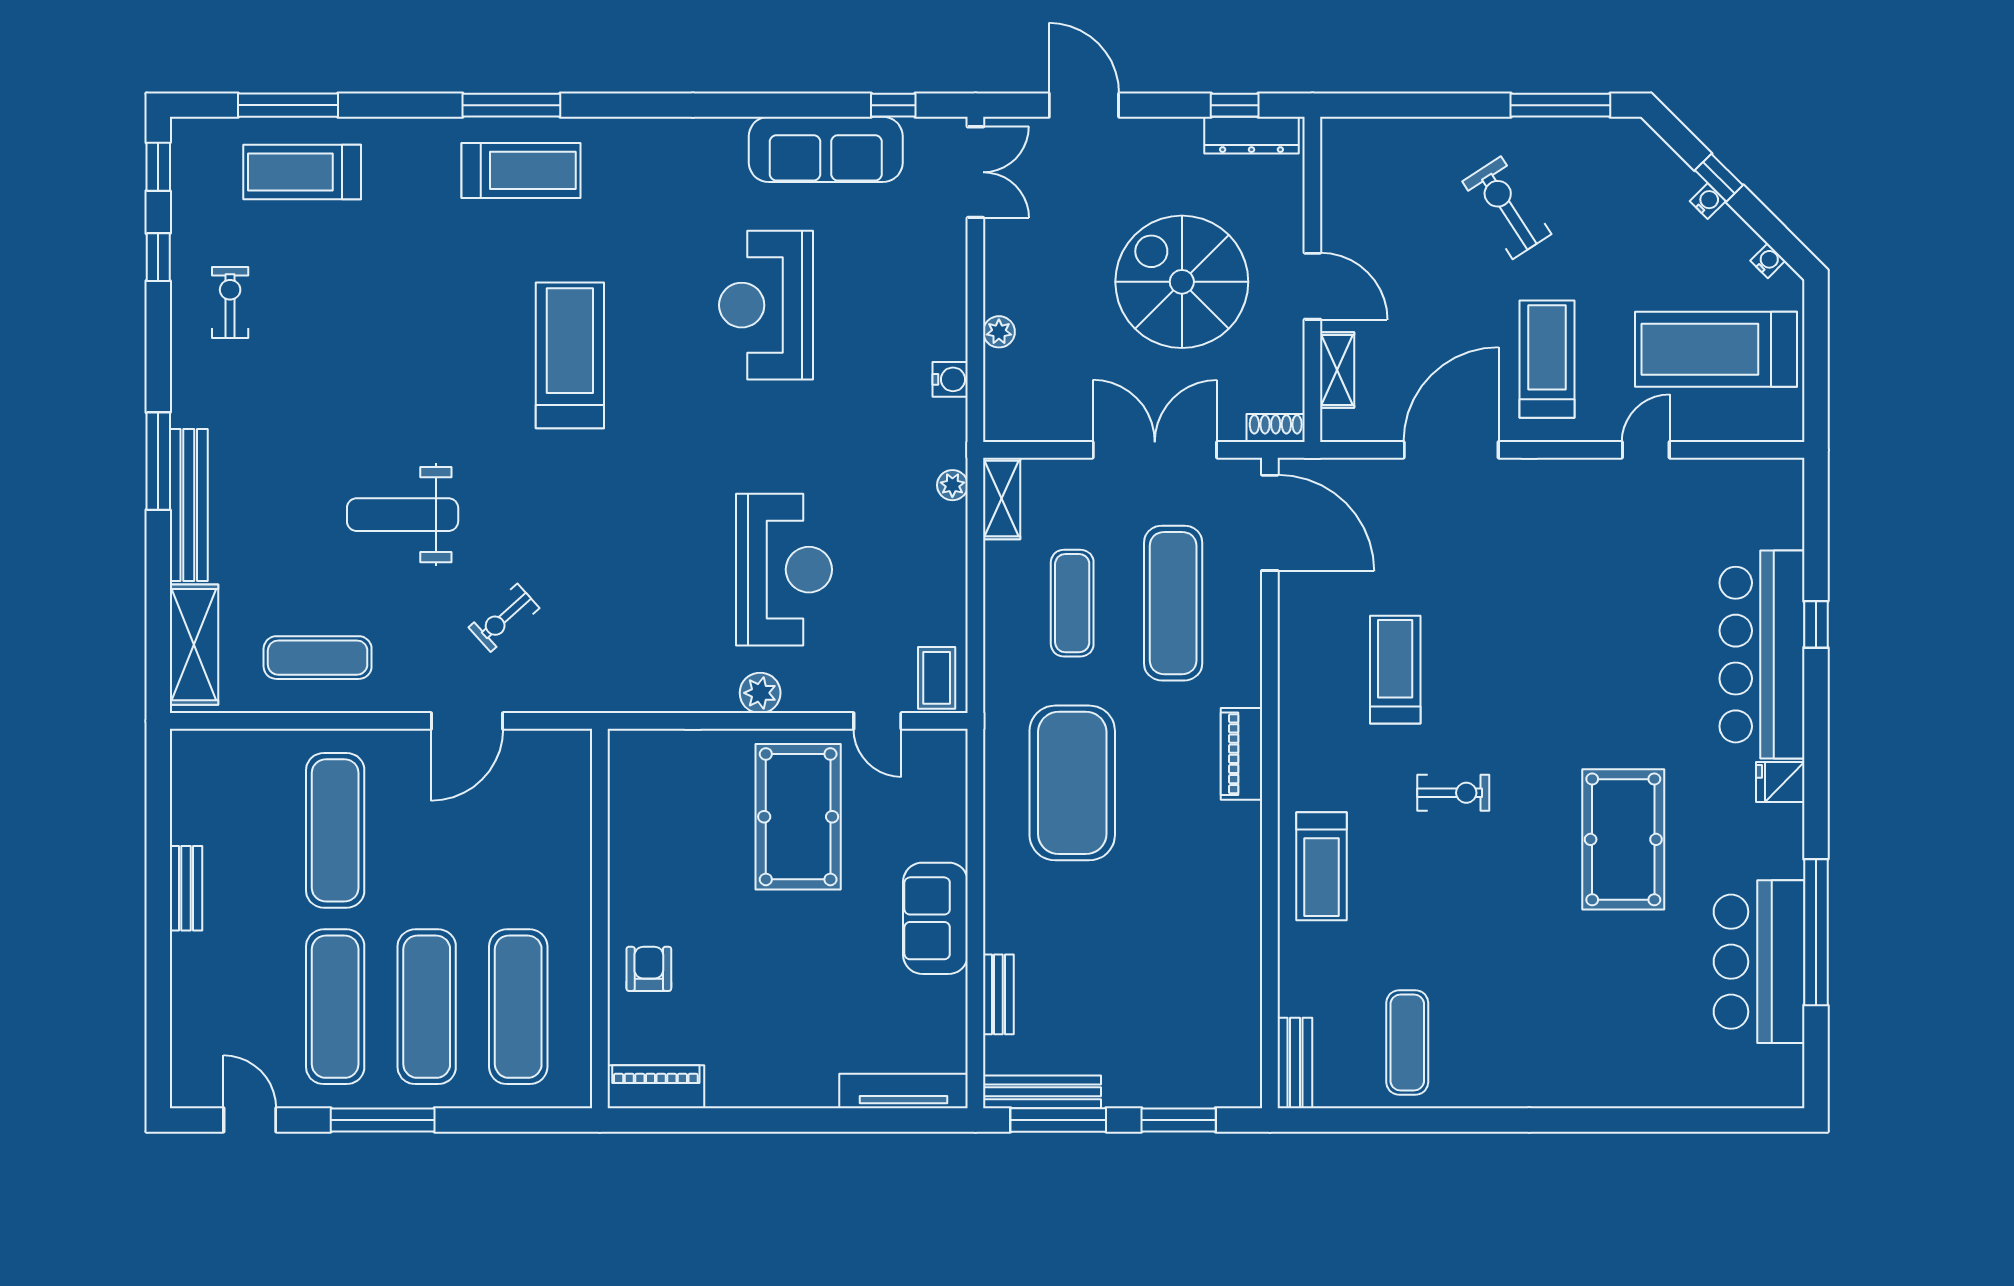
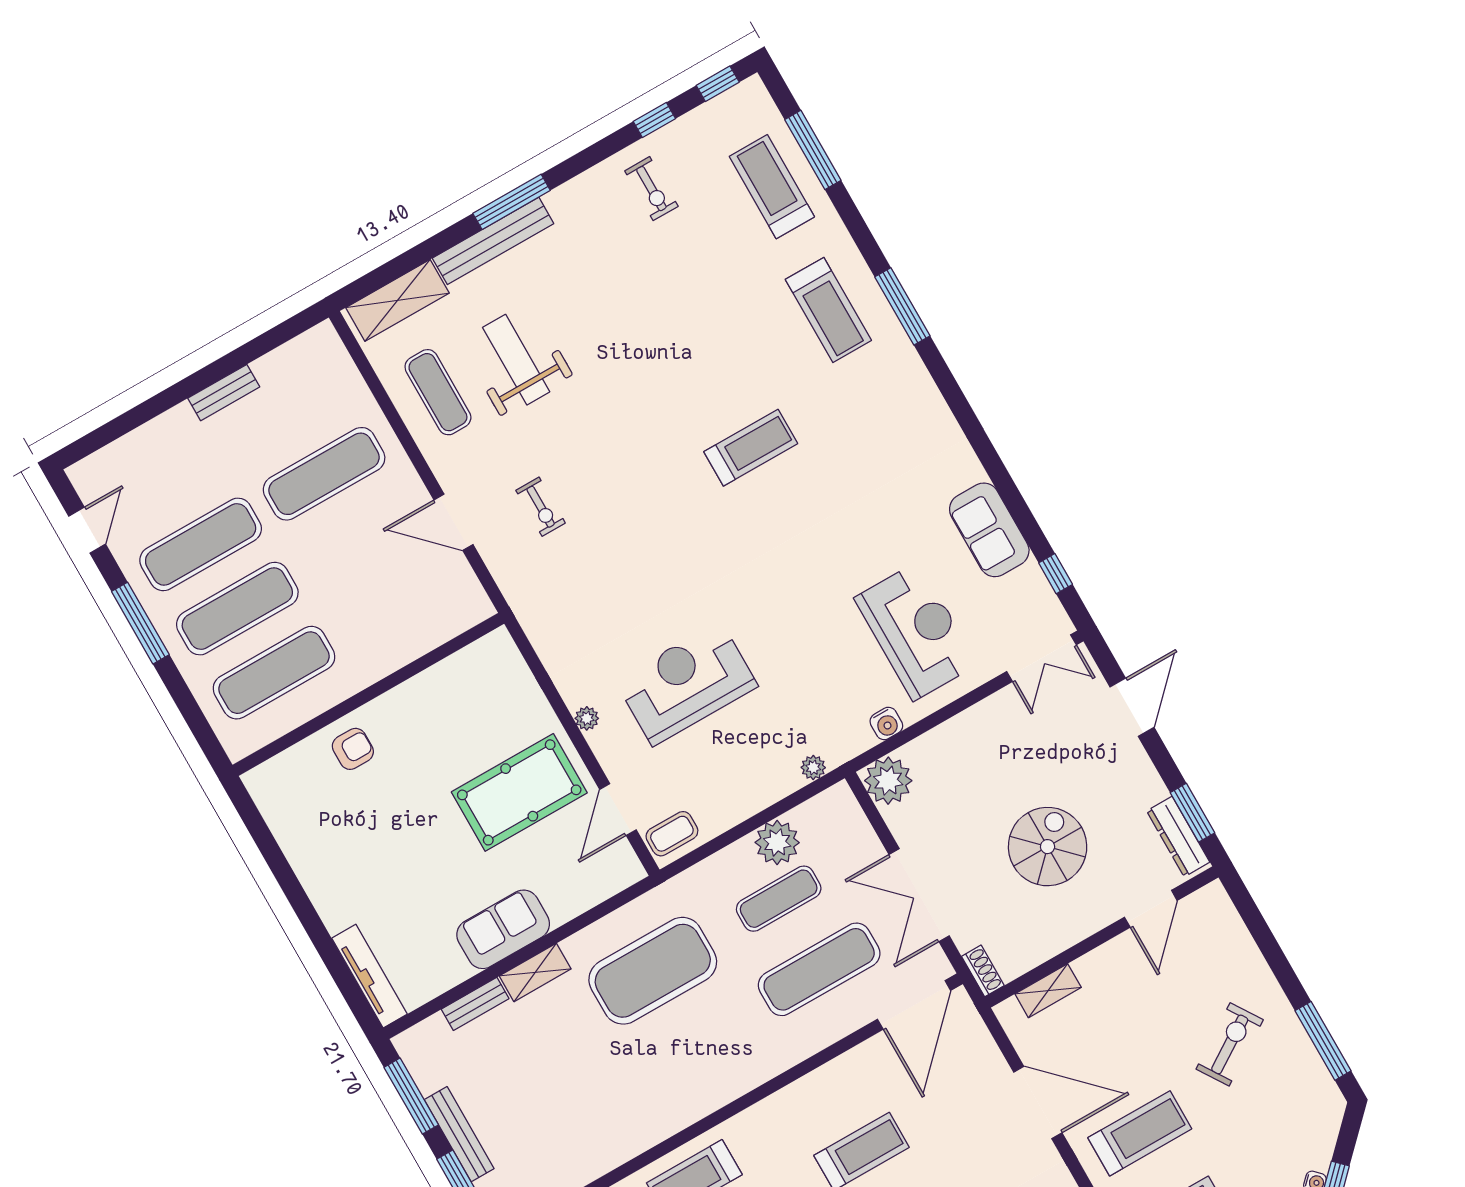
window: (1235, 105) -> (1192, 813), width x1.50
sofa: (826, 149) -> (989, 530), width x0.73
treadmill: (521, 170) -> (828, 310), moved
spiral stairs: (1182, 282) -> (1048, 847), width x0.73, depth x0.73
door: (1312, 286) -> (1151, 909), moved
exercise bike: (230, 303) -> (651, 189), turned 90
reception desk: (766, 305) -> (916, 631), moved, turned 90
plant: (999, 332) -> (888, 781), moved, width x1.88, depth x1.88
treadmill: (570, 355) -> (751, 448), width x0.73, depth x0.73
double door: (1155, 450) -> (919, 895), swing flipped
shelving: (1002, 498) -> (535, 972), moved
weight bench: (403, 515) -> (516, 360), moved
reception desk: (784, 570) -> (687, 683), turned 180
plant: (1011, 570) -> (777, 842), added
exercise bike: (504, 618) -> (541, 507), turned -138
plant: (760, 693) -> (587, 718), width x0.73, depth x0.73
door: (877, 721) -> (618, 810), width x1.38
piano: (1242, 754) -> (741, 1078), removed
piano: (656, 1087) -> (273, 801), removed
bench: (1042, 1092) -> (459, 1134), moved

